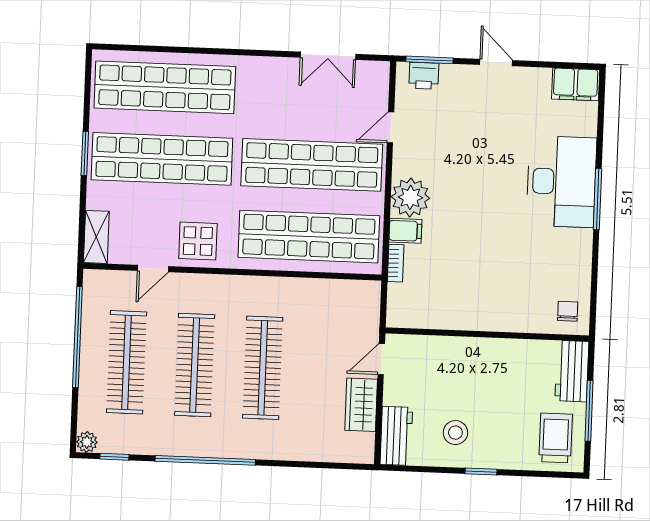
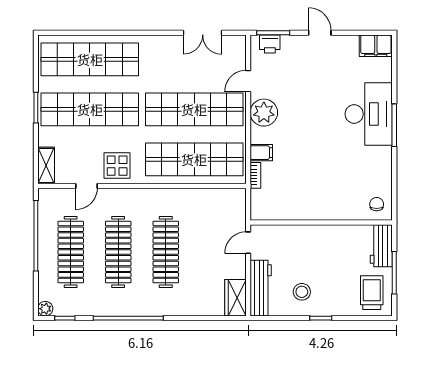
plant: (410, 197) -> (264, 113), moved
wardrobe: (361, 405) -> (235, 298), moved
workbench: (396, 436) -> (261, 288), width x1.38

